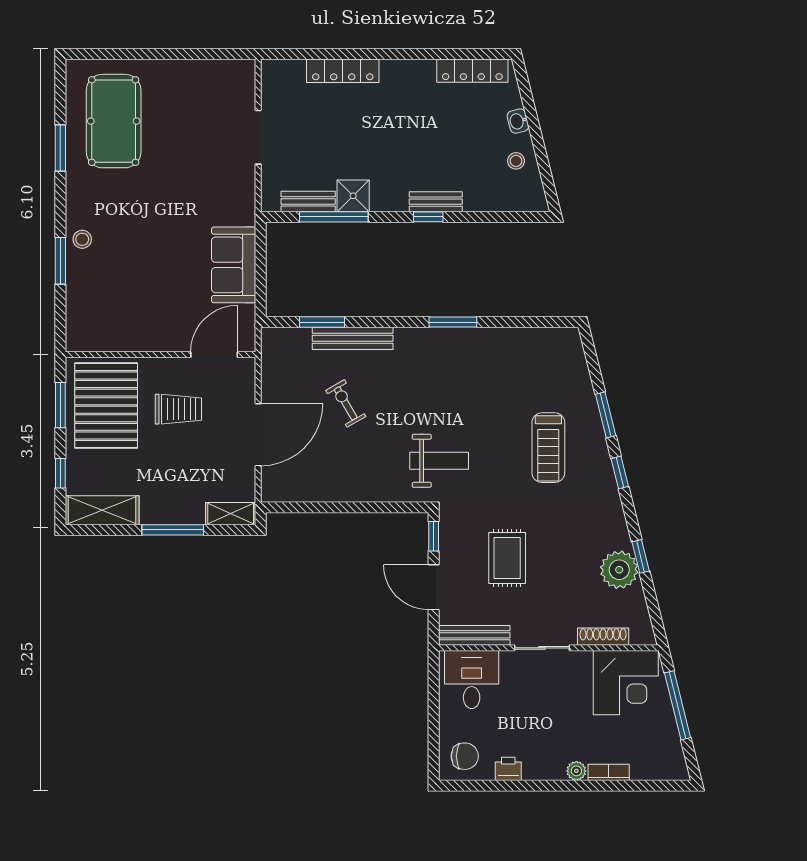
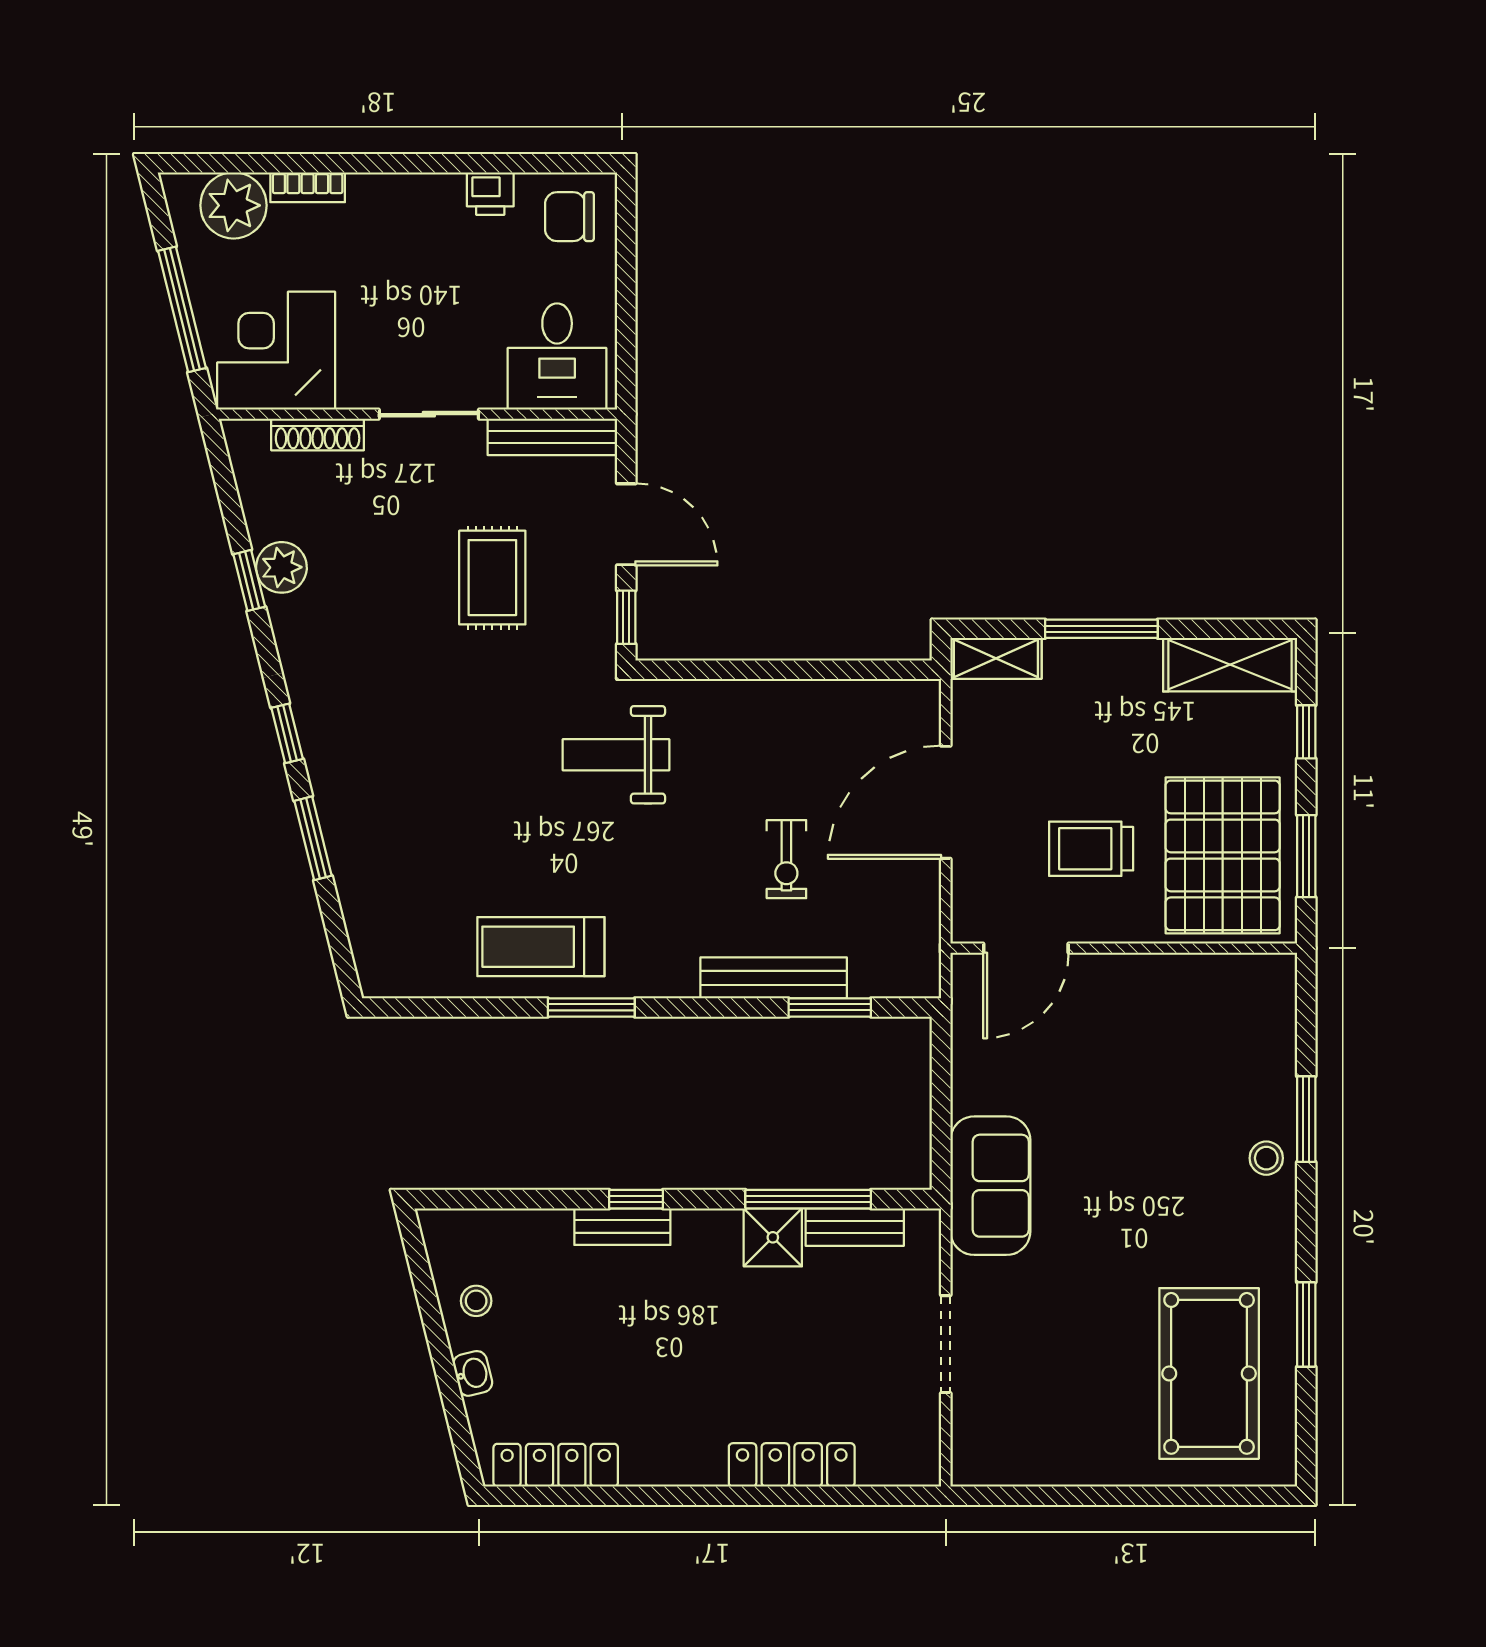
sofa: (234, 265) -> (990, 1186), moved
exercise bike: (346, 403) -> (786, 859), turned 30
treadmill: (548, 448) -> (541, 947), moved, turned -90
plant: (619, 570) -> (281, 567), width x0.73, depth x0.73
plant: (576, 771) -> (233, 205), moved, width x1.88, depth x1.88

